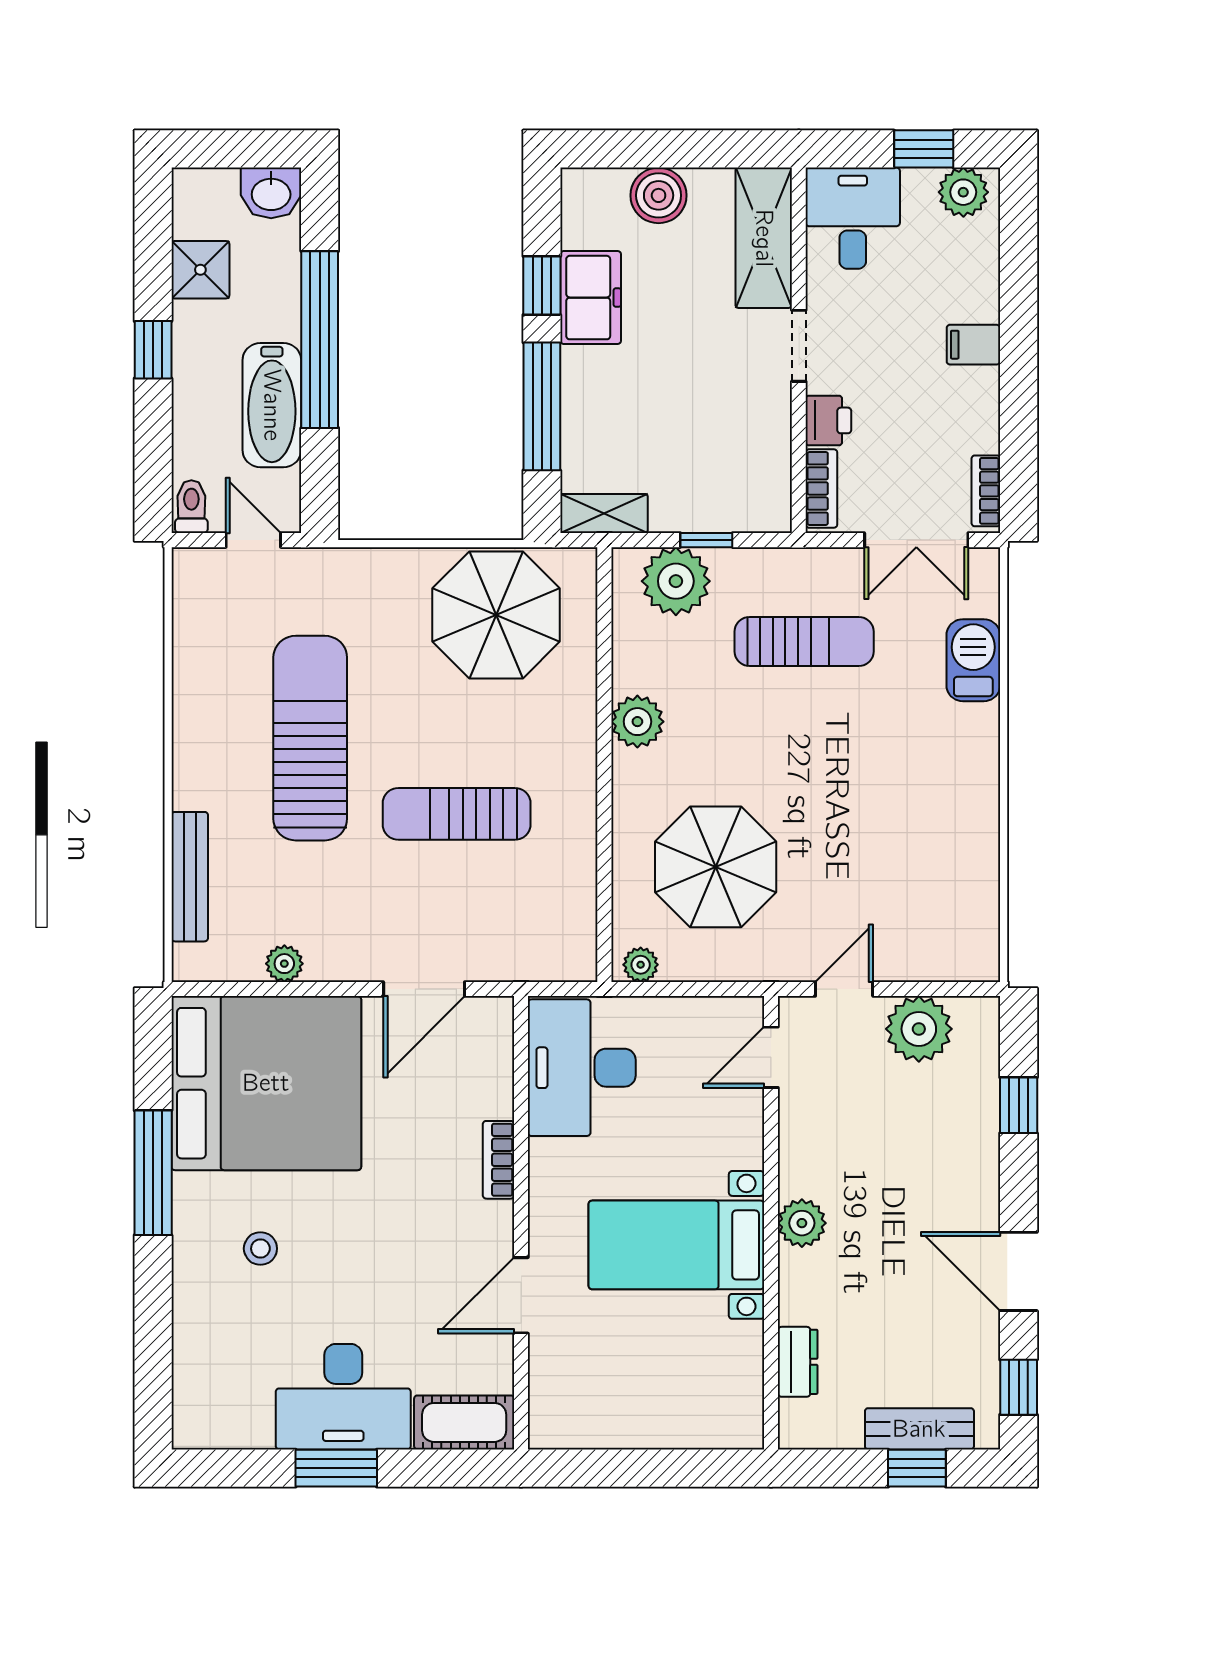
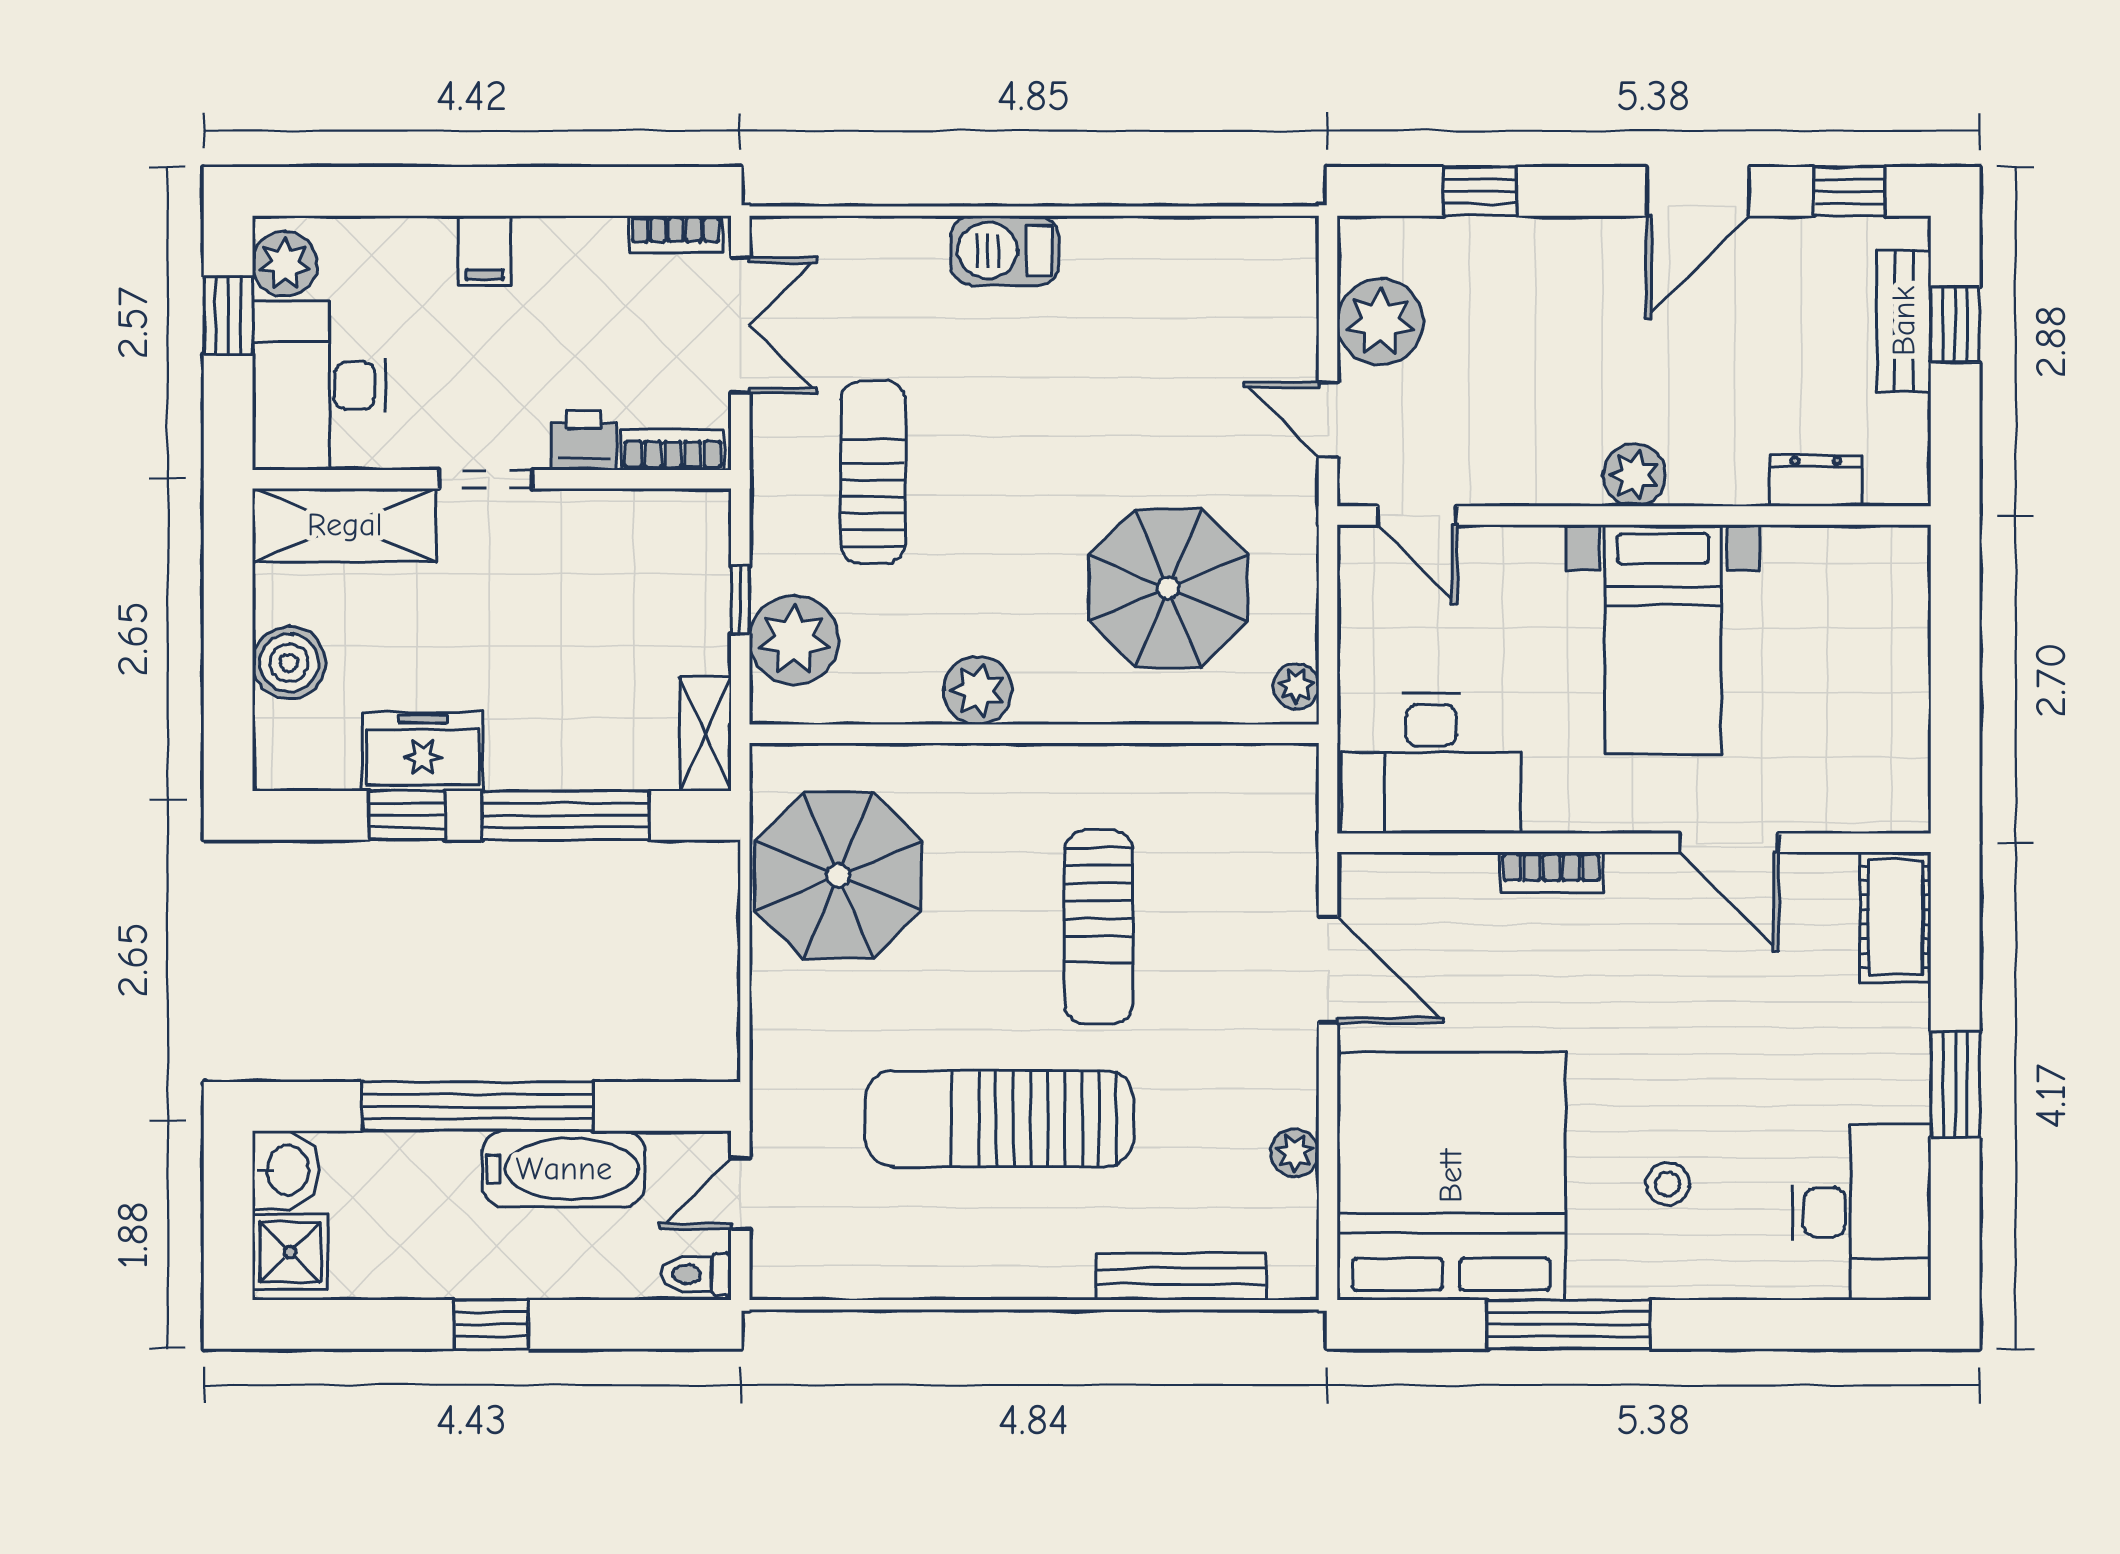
desk: (853, 218) -> (319, 386), width x1.37
shower: (200, 270) -> (290, 1252), moved
barbecue: (973, 660) -> (1005, 251), moved
desk: (343, 1397) -> (1862, 1212), moved

